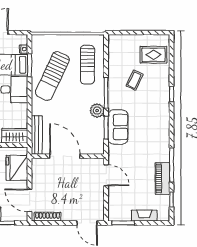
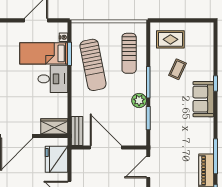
rug: (153, 55) -> (170, 39), moved
sun lounger: (52, 76) -> (93, 65), turned -36
sofa: (118, 127) -> (203, 99), moved, turned 180
bench: (37, 135) -> (77, 131), width x0.73
door: (106, 175) -> (148, 167), swing flipped

